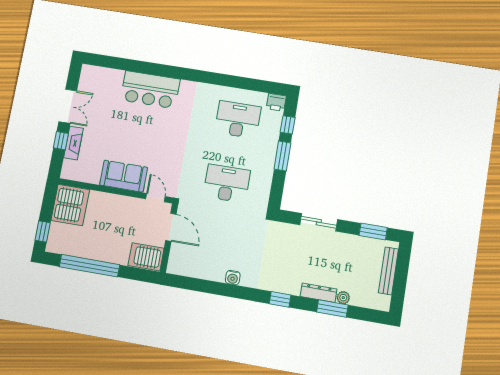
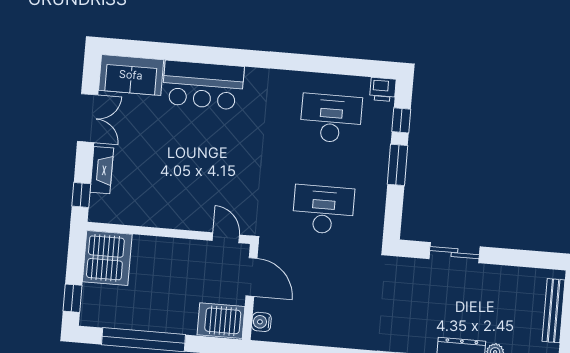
window: (61, 141) -> (81, 195), moved
sofa: (124, 176) -> (131, 75), moved, turned 180
window: (373, 231) -> (529, 259), removed
water cooler: (233, 278) -> (261, 322), moved, turned 90

